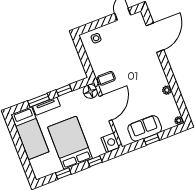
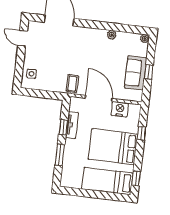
floor lamp: (90, 91) -> (77, 104), removed
tv unit: (46, 106) -> (72, 125), moved
bed: (30, 133) -> (107, 181), moved, turned 180
nightstand: (110, 143) -> (120, 109), moved
window: (63, 173) -> (136, 178), moved

